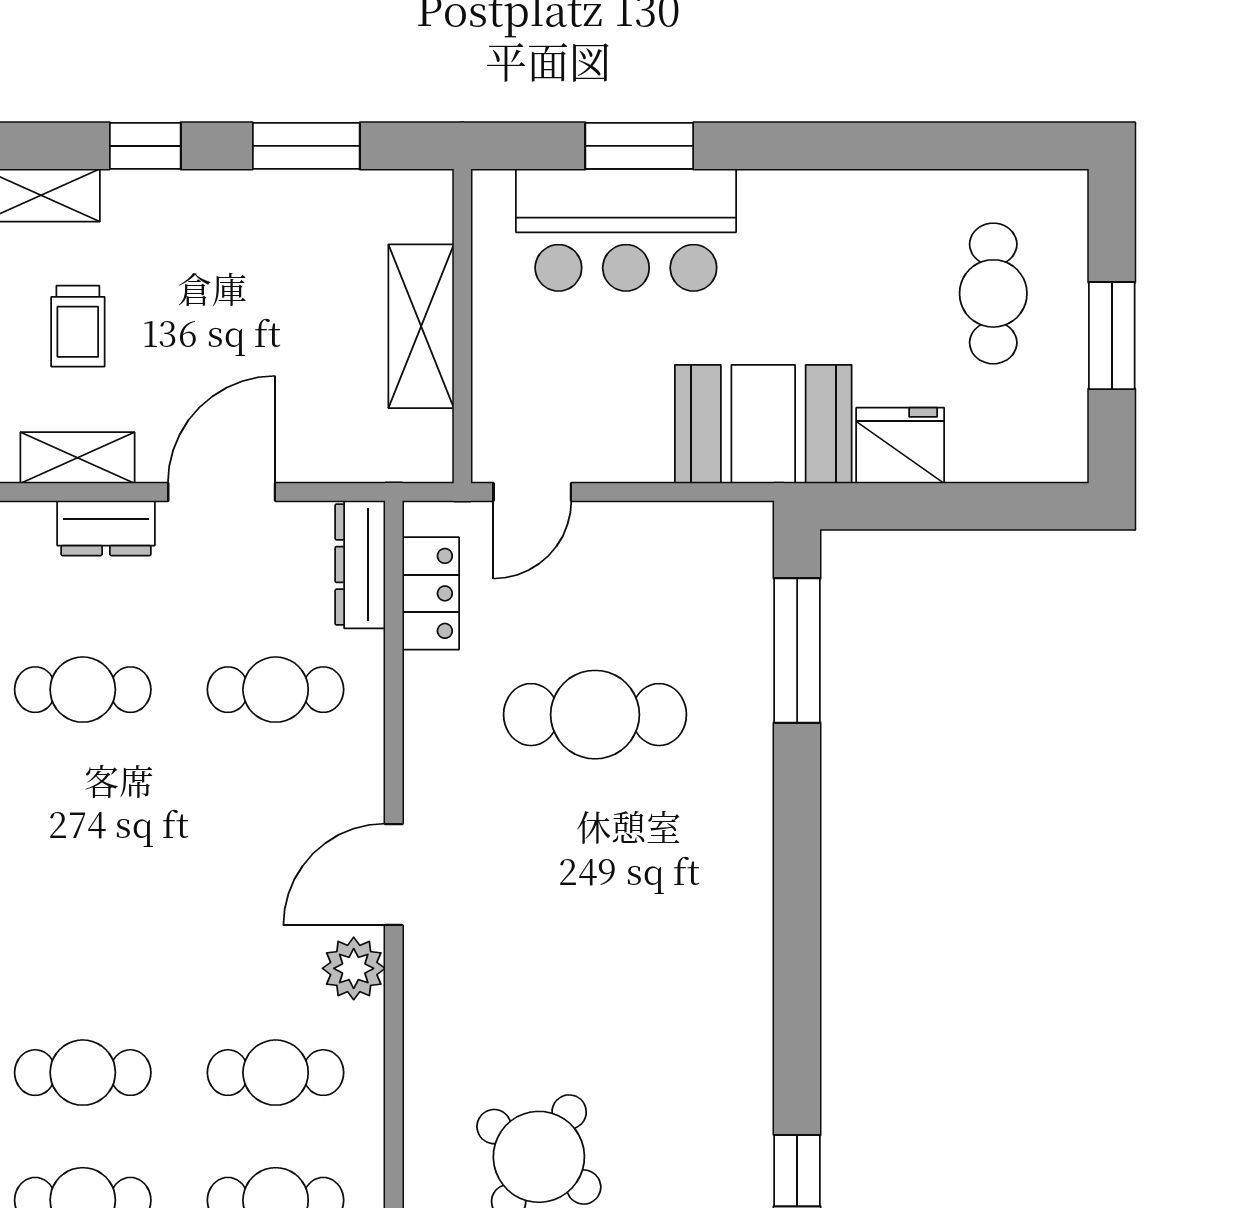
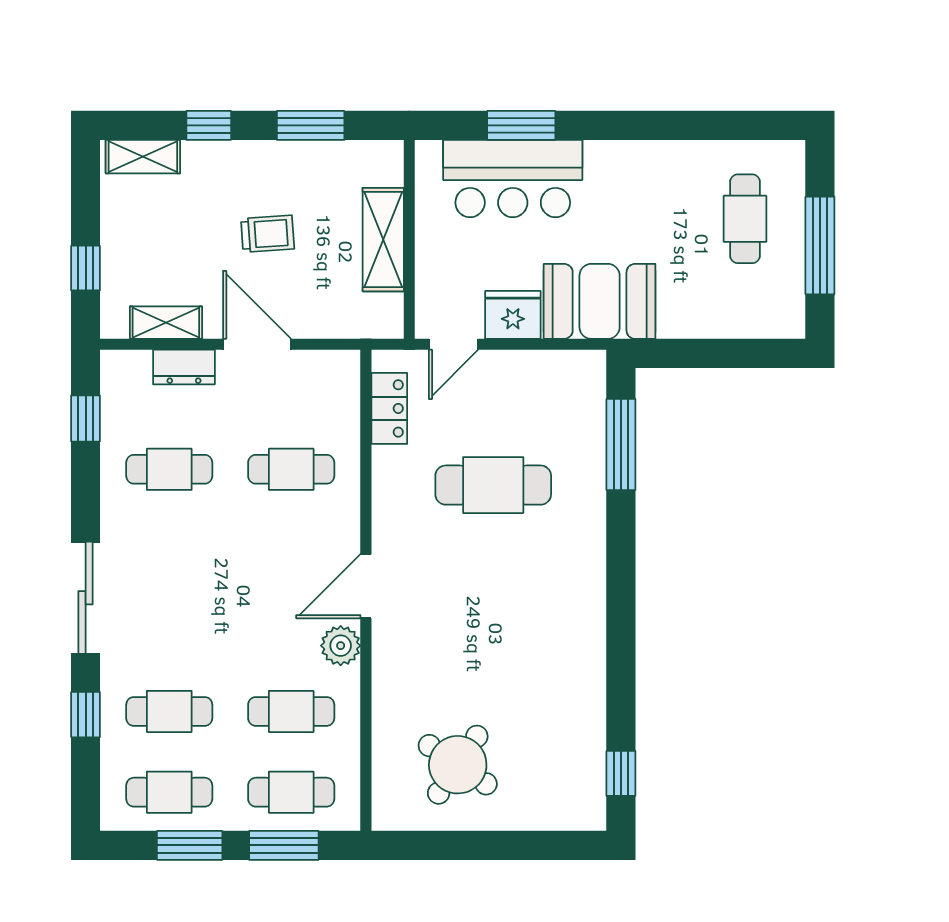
trolley: (78, 326) -> (268, 234), moved, turned -94
window: (1112, 336) -> (820, 245), width x1.44
fridge: (900, 446) -> (513, 315), moved
door: (222, 492) -> (257, 344), hinge flipped
dresser: (360, 564) -> (345, 390), removed

